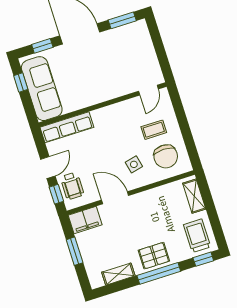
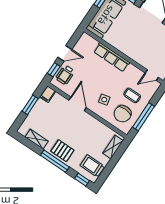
row of seats: (67, 127) -> (112, 57), moved
window: (187, 136) -> (143, 117), added
filing cabinet: (85, 220) -> (48, 94), width x0.50
trolley: (197, 236) -> (92, 166), turned -90

